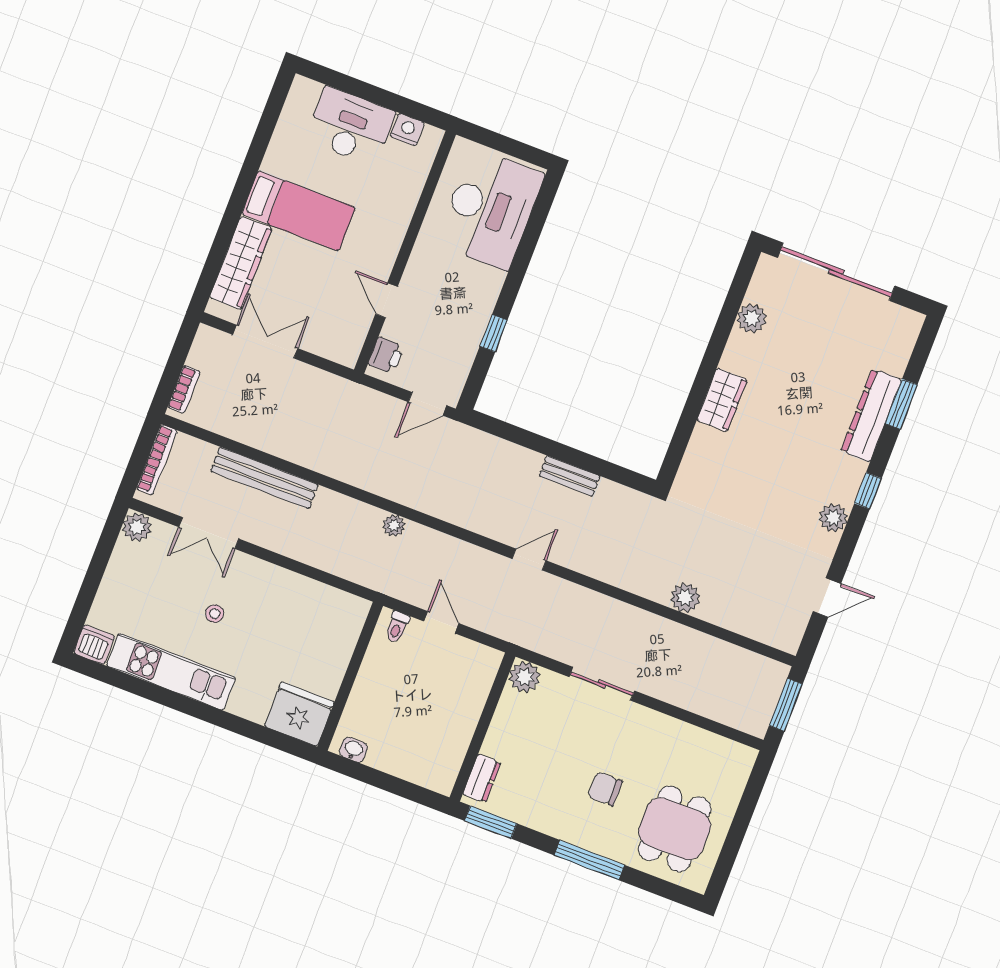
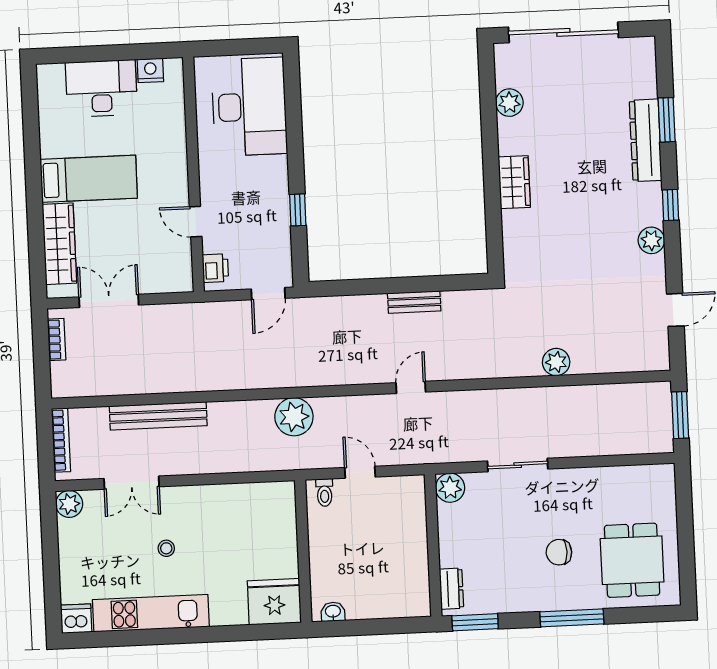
bookcase: (184, 389) -> (57, 340), moved
plant: (394, 525) -> (294, 417), width x1.88, depth x1.88

